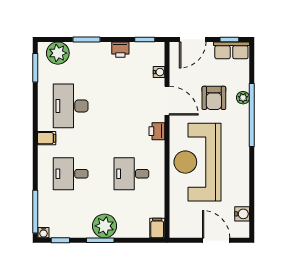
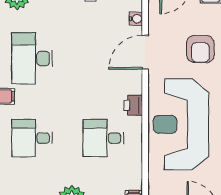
door: (167, 101) -> (145, 52), swing flipped
printer: (157, 131) -> (133, 105), moved

